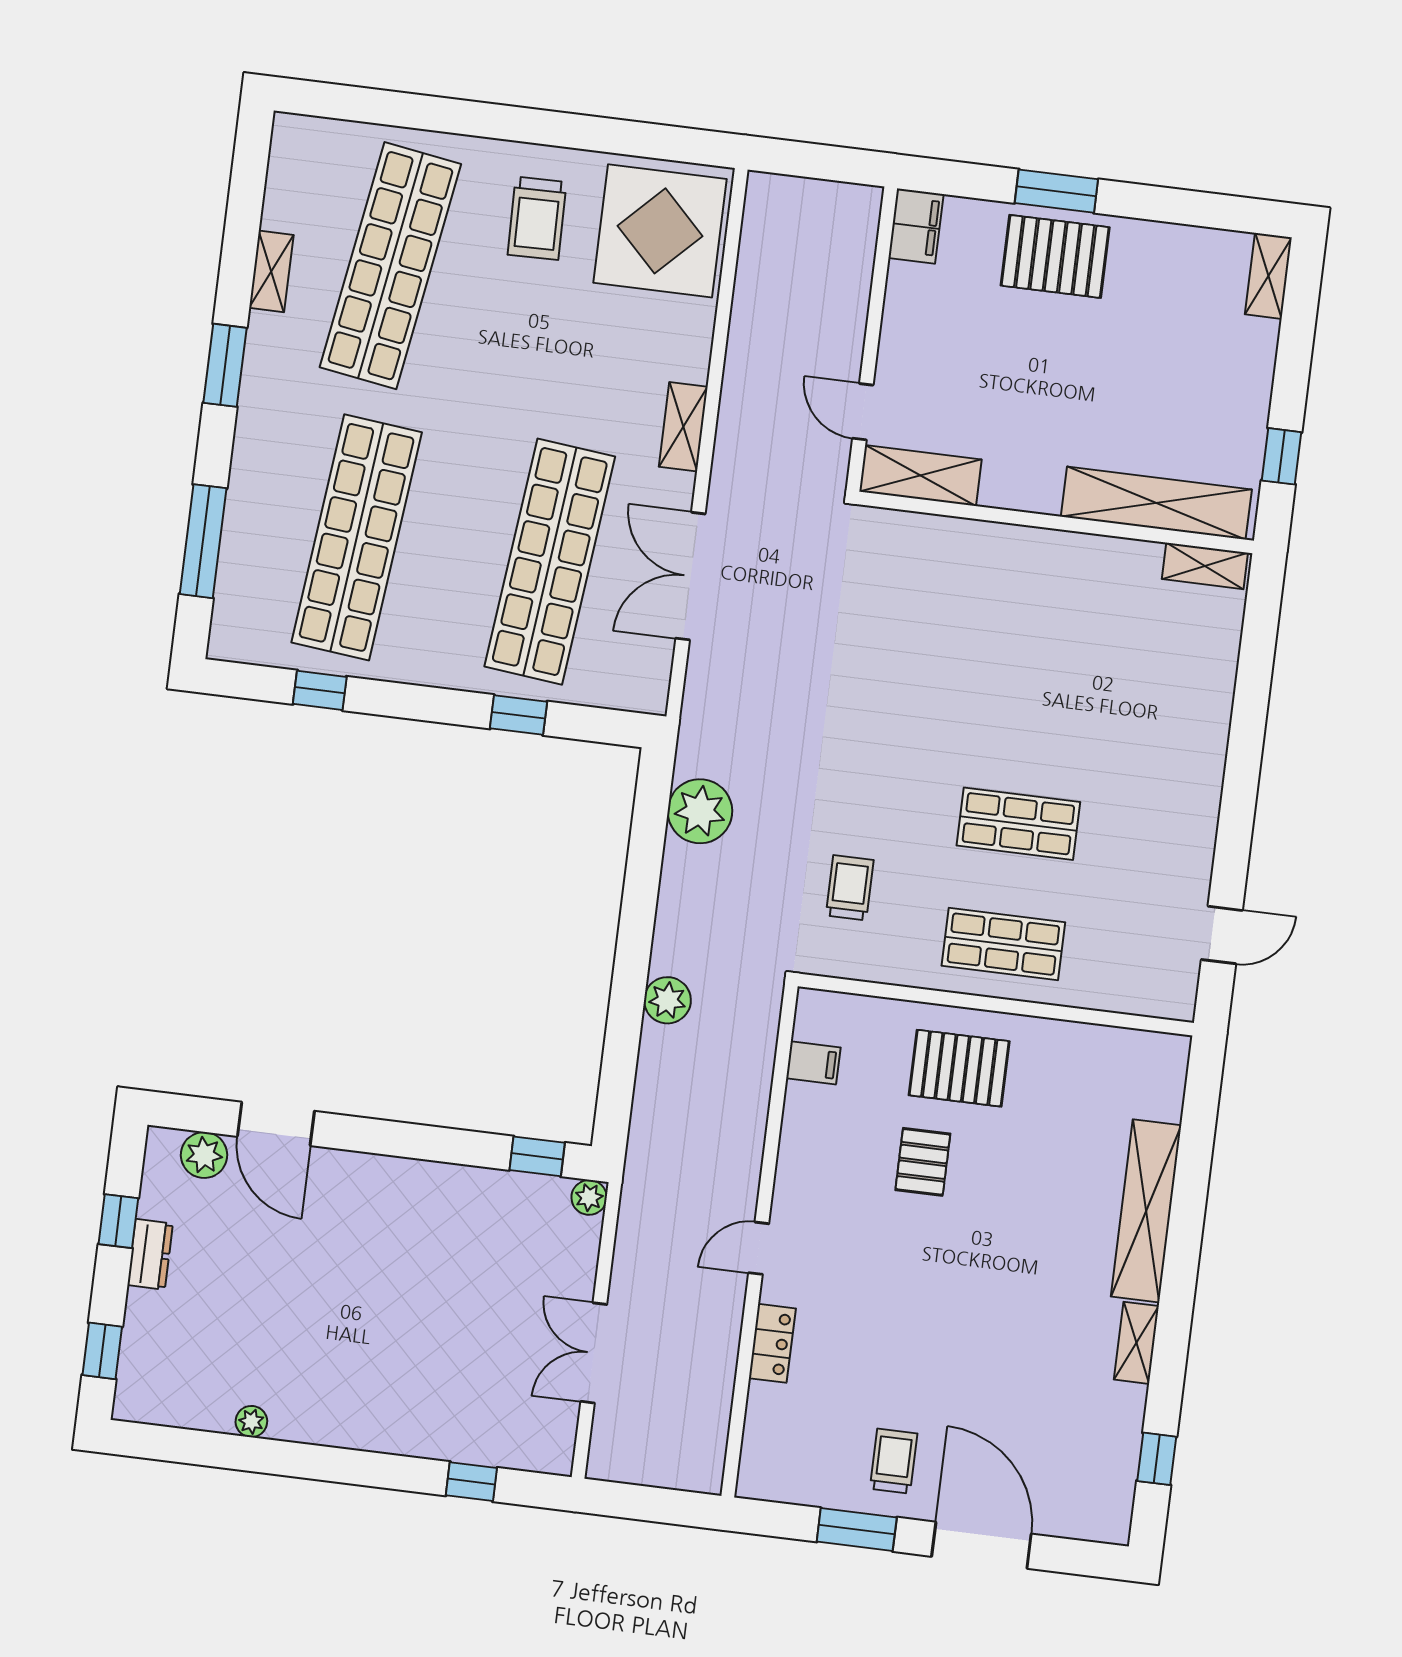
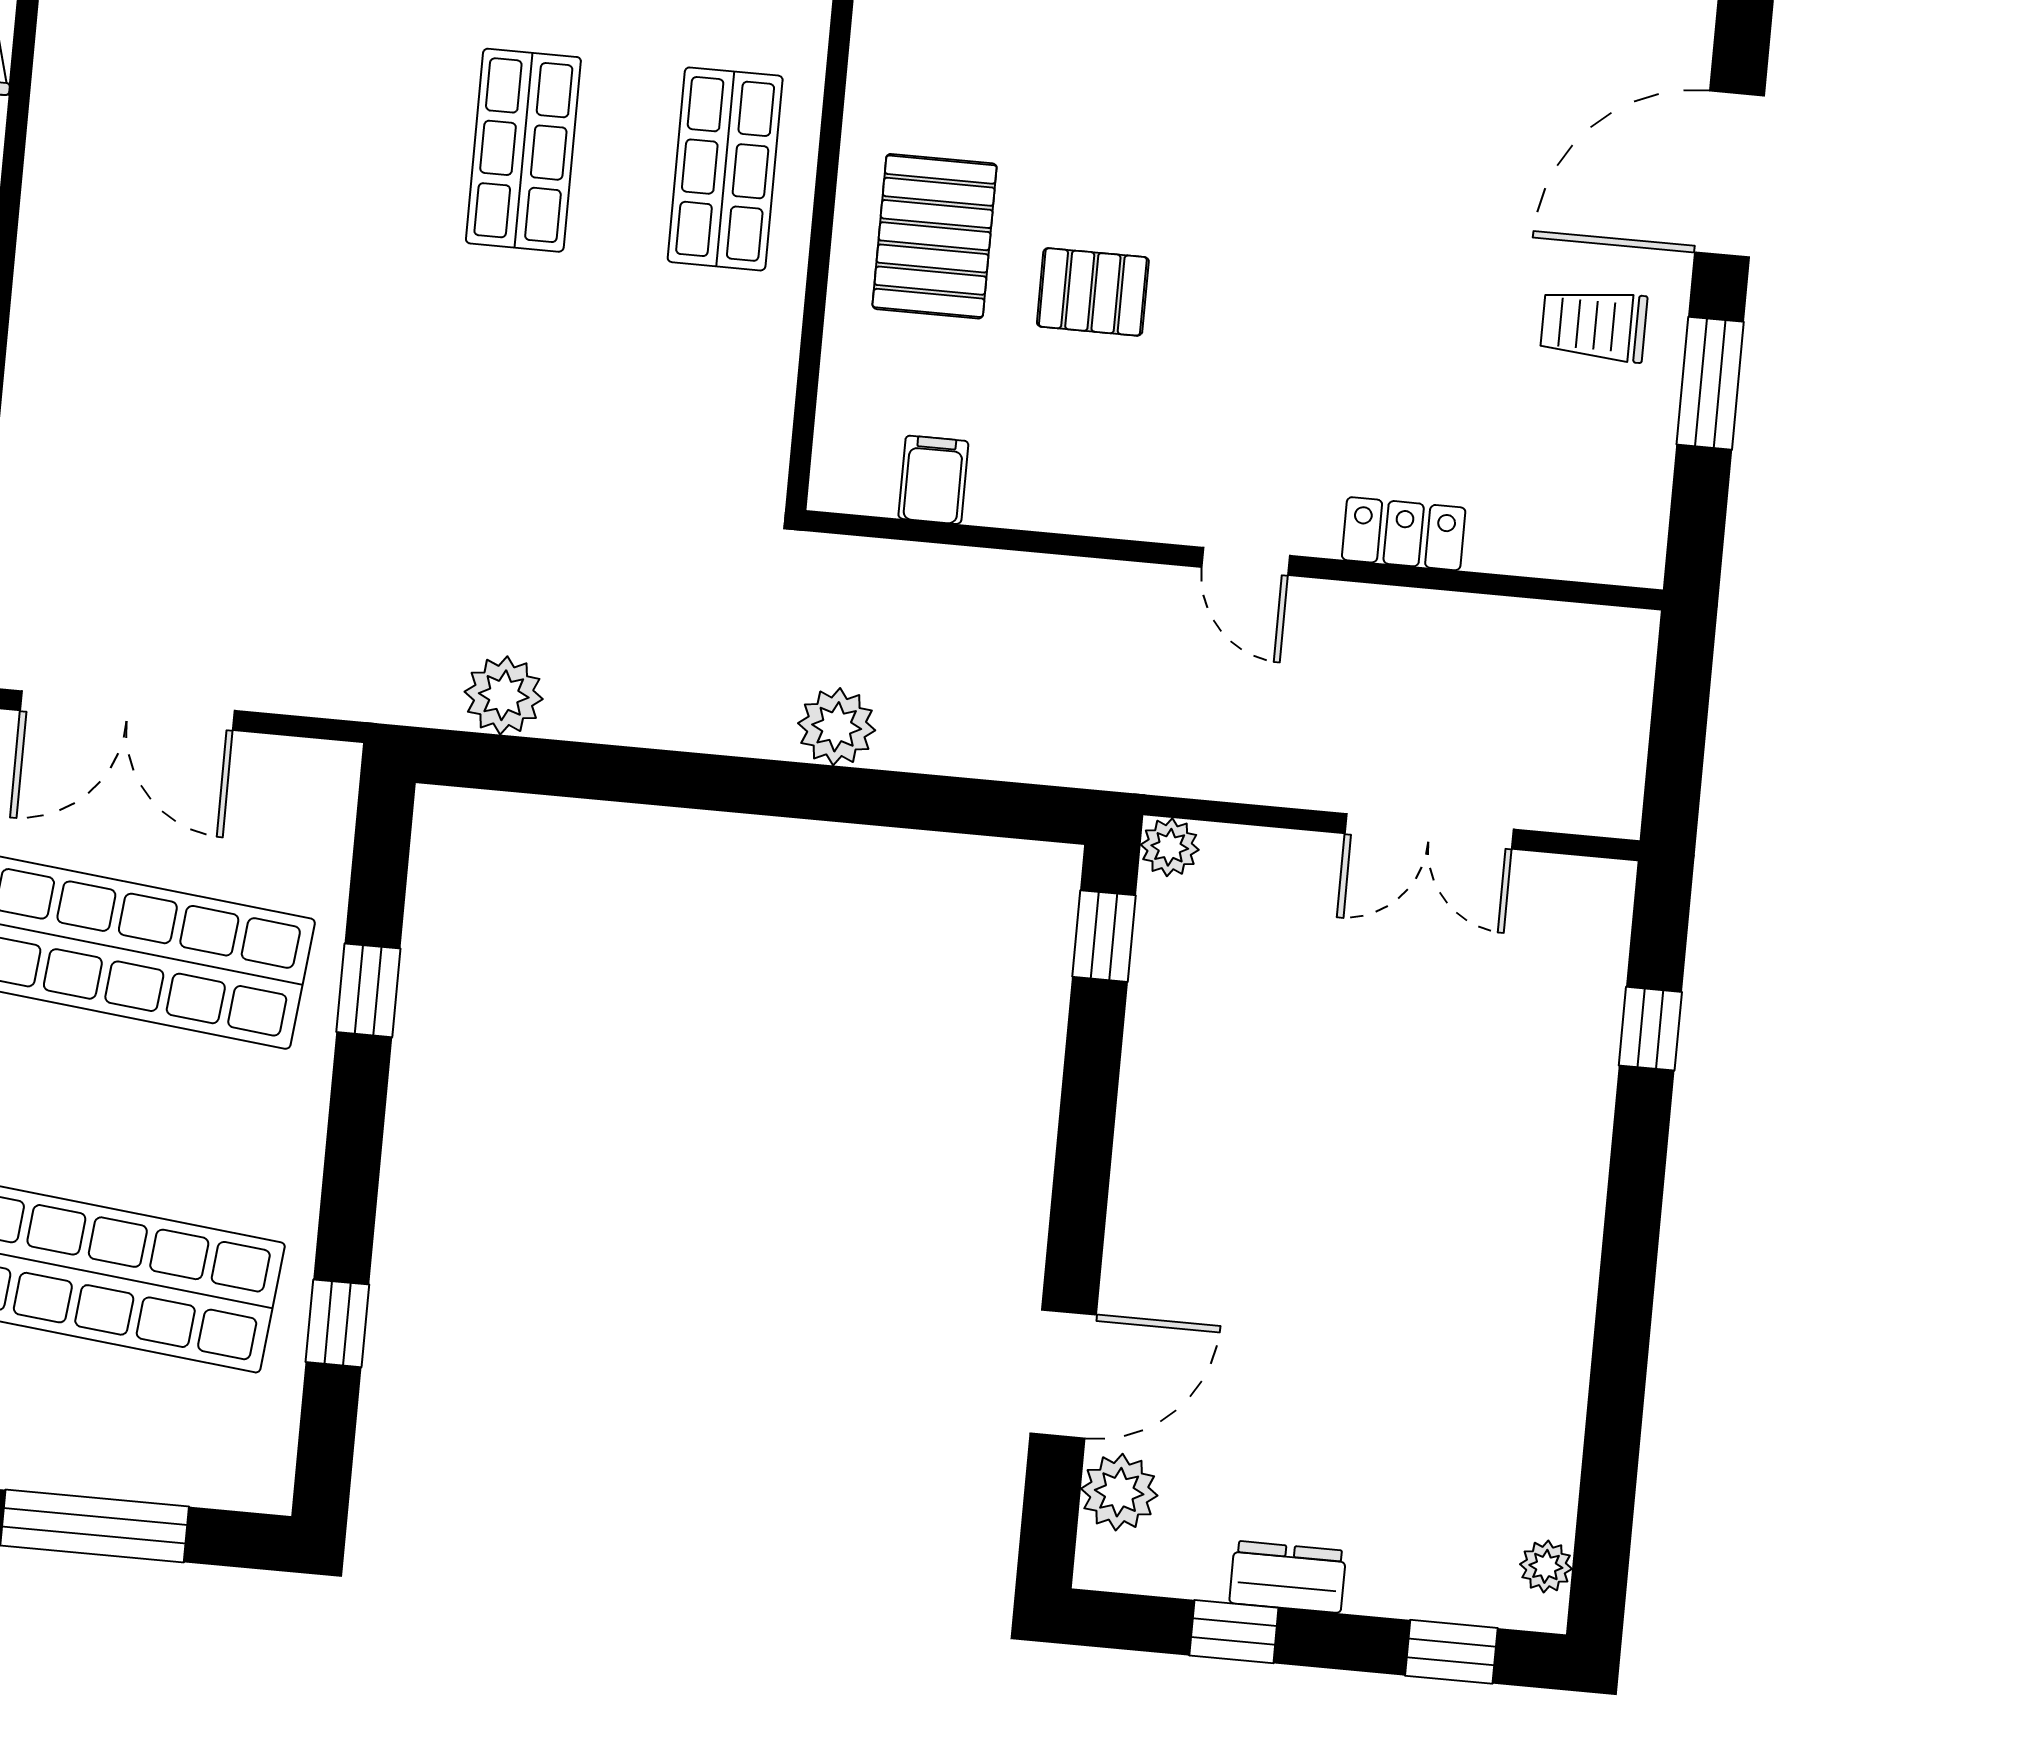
plant: (700, 811) -> (504, 695), width x0.73, depth x0.73
trolley: (850, 888) -> (639, 428), removed
plant: (251, 1421) -> (1546, 1566), moved

